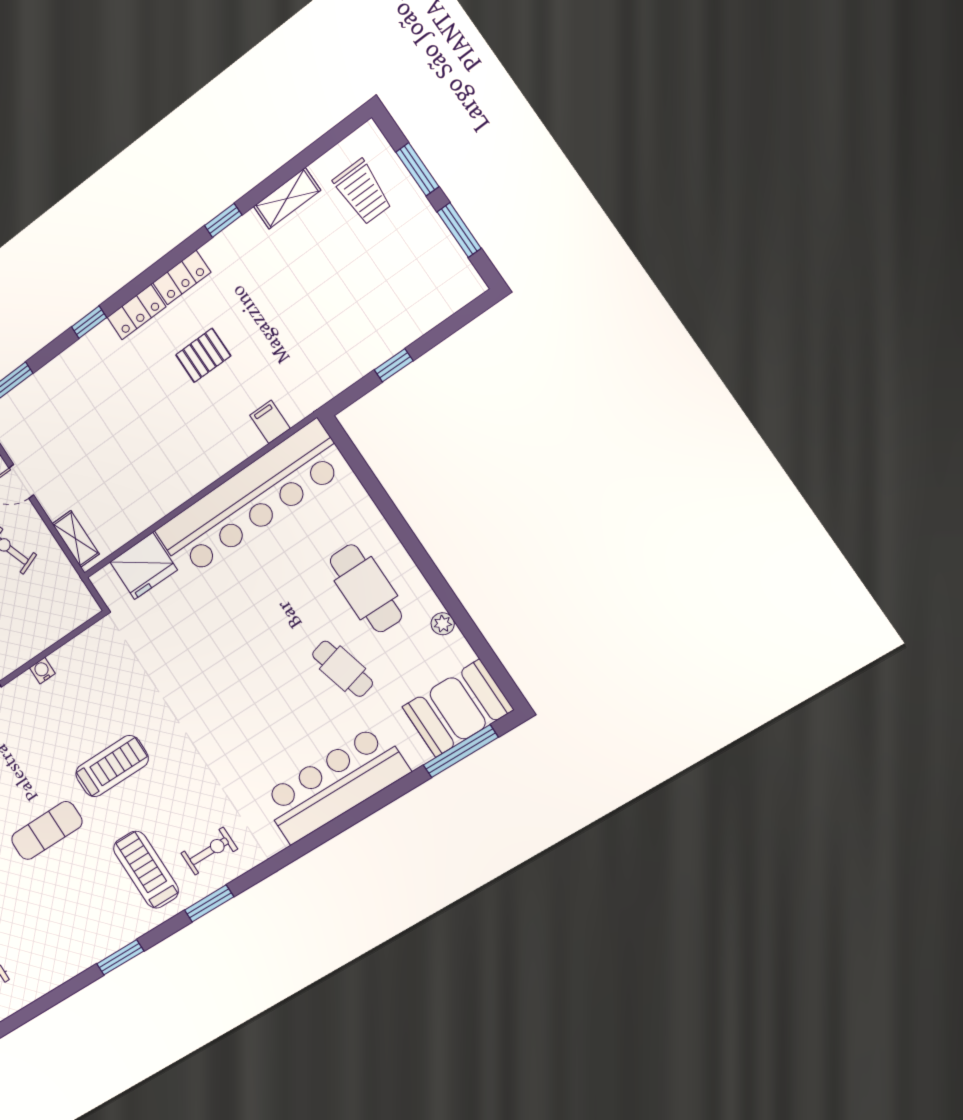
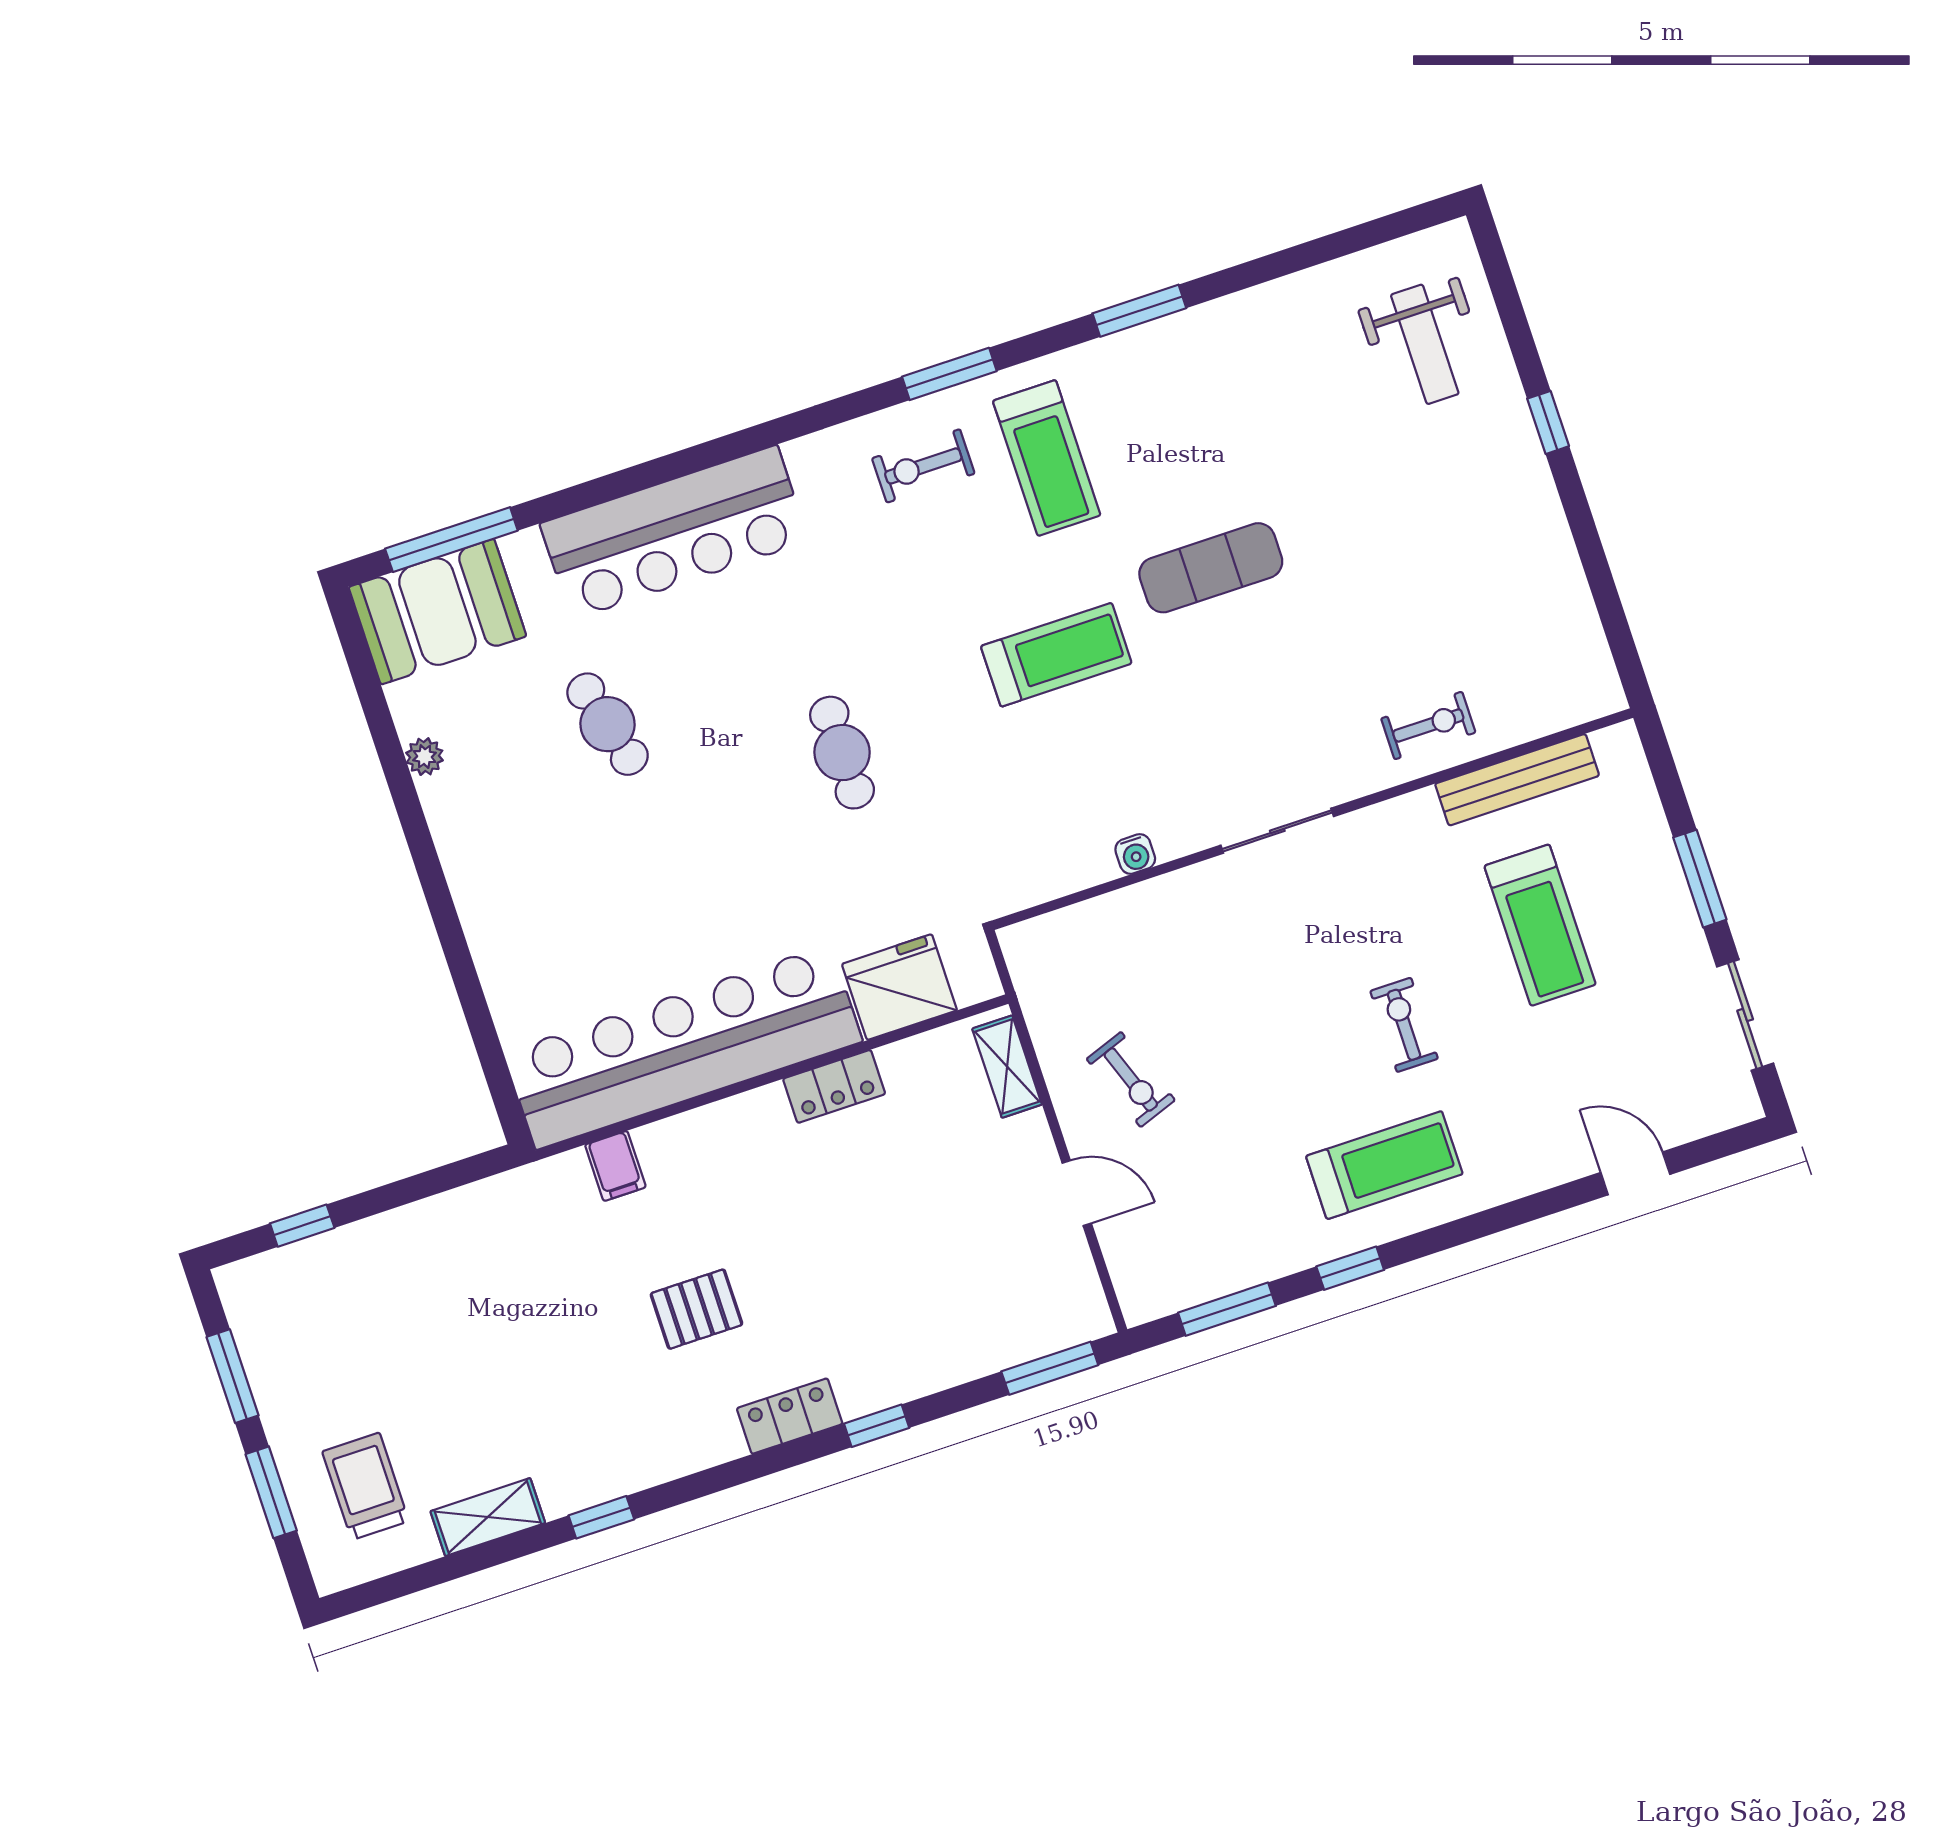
locker: (182, 277) -> (834, 1086), moved, turned 180
window: (394, 365) -> (302, 1226), moved
cafe table: (366, 588) -> (842, 753), moved, width x0.73, depth x0.74
treadmill: (112, 766) -> (1056, 655), turned 180

